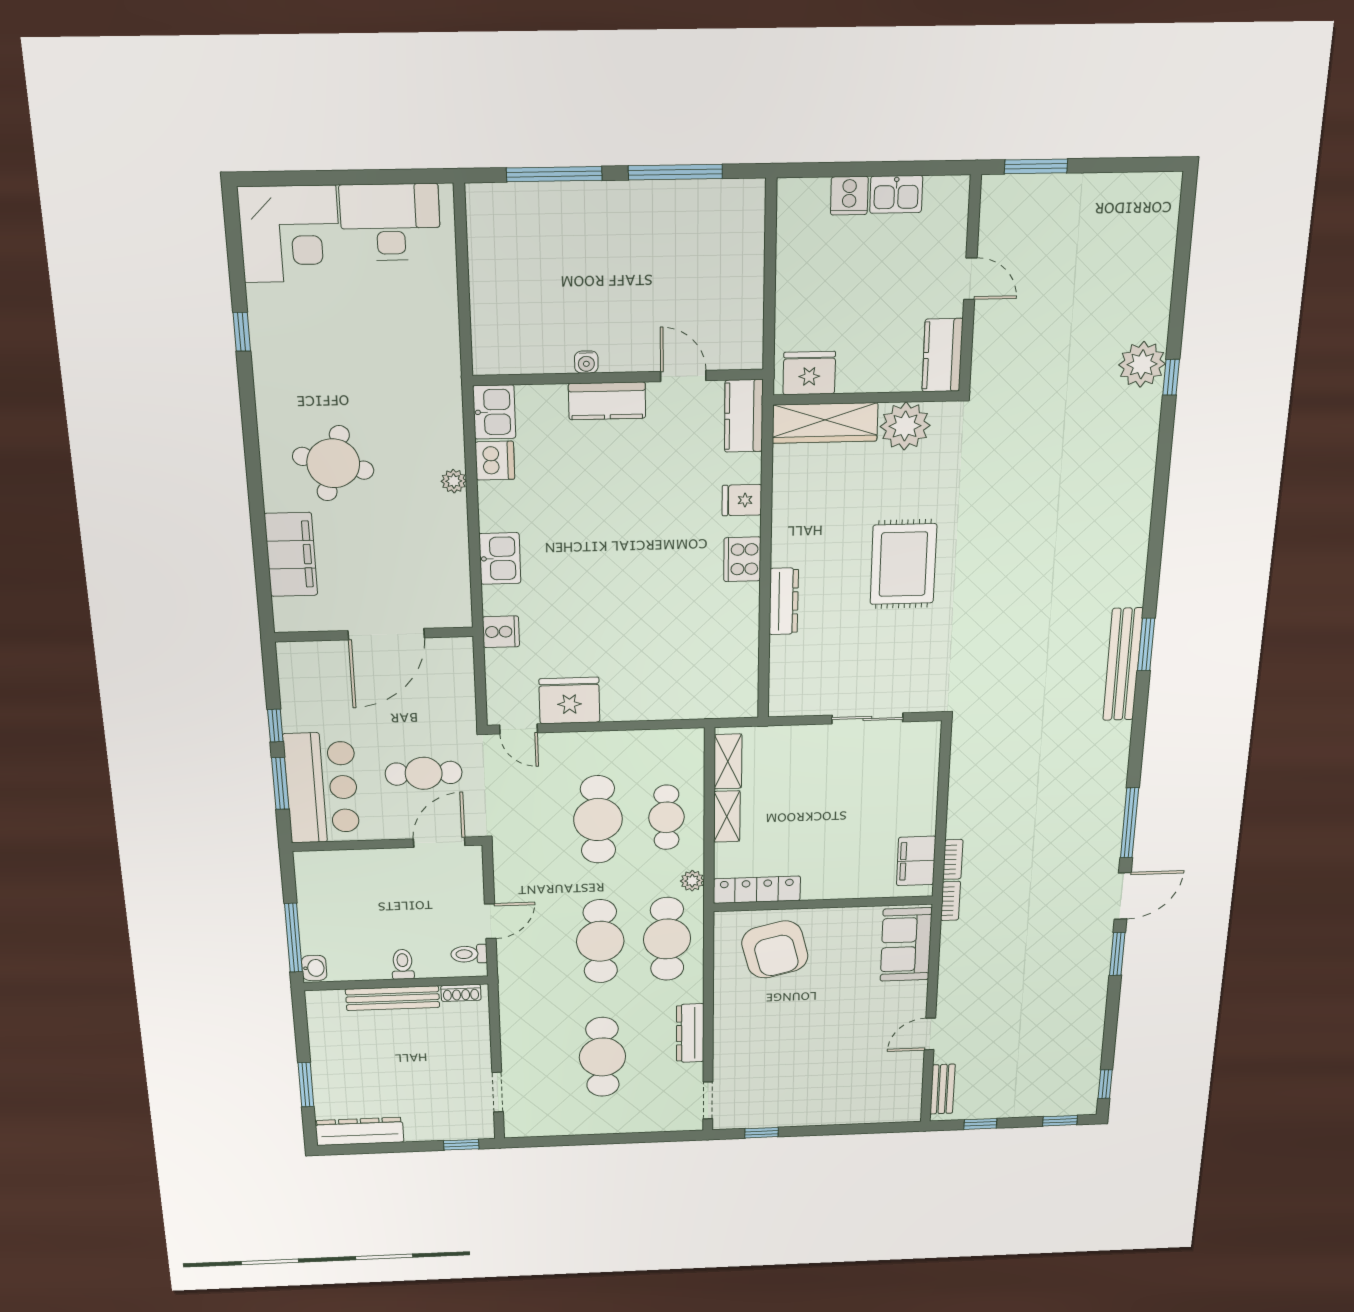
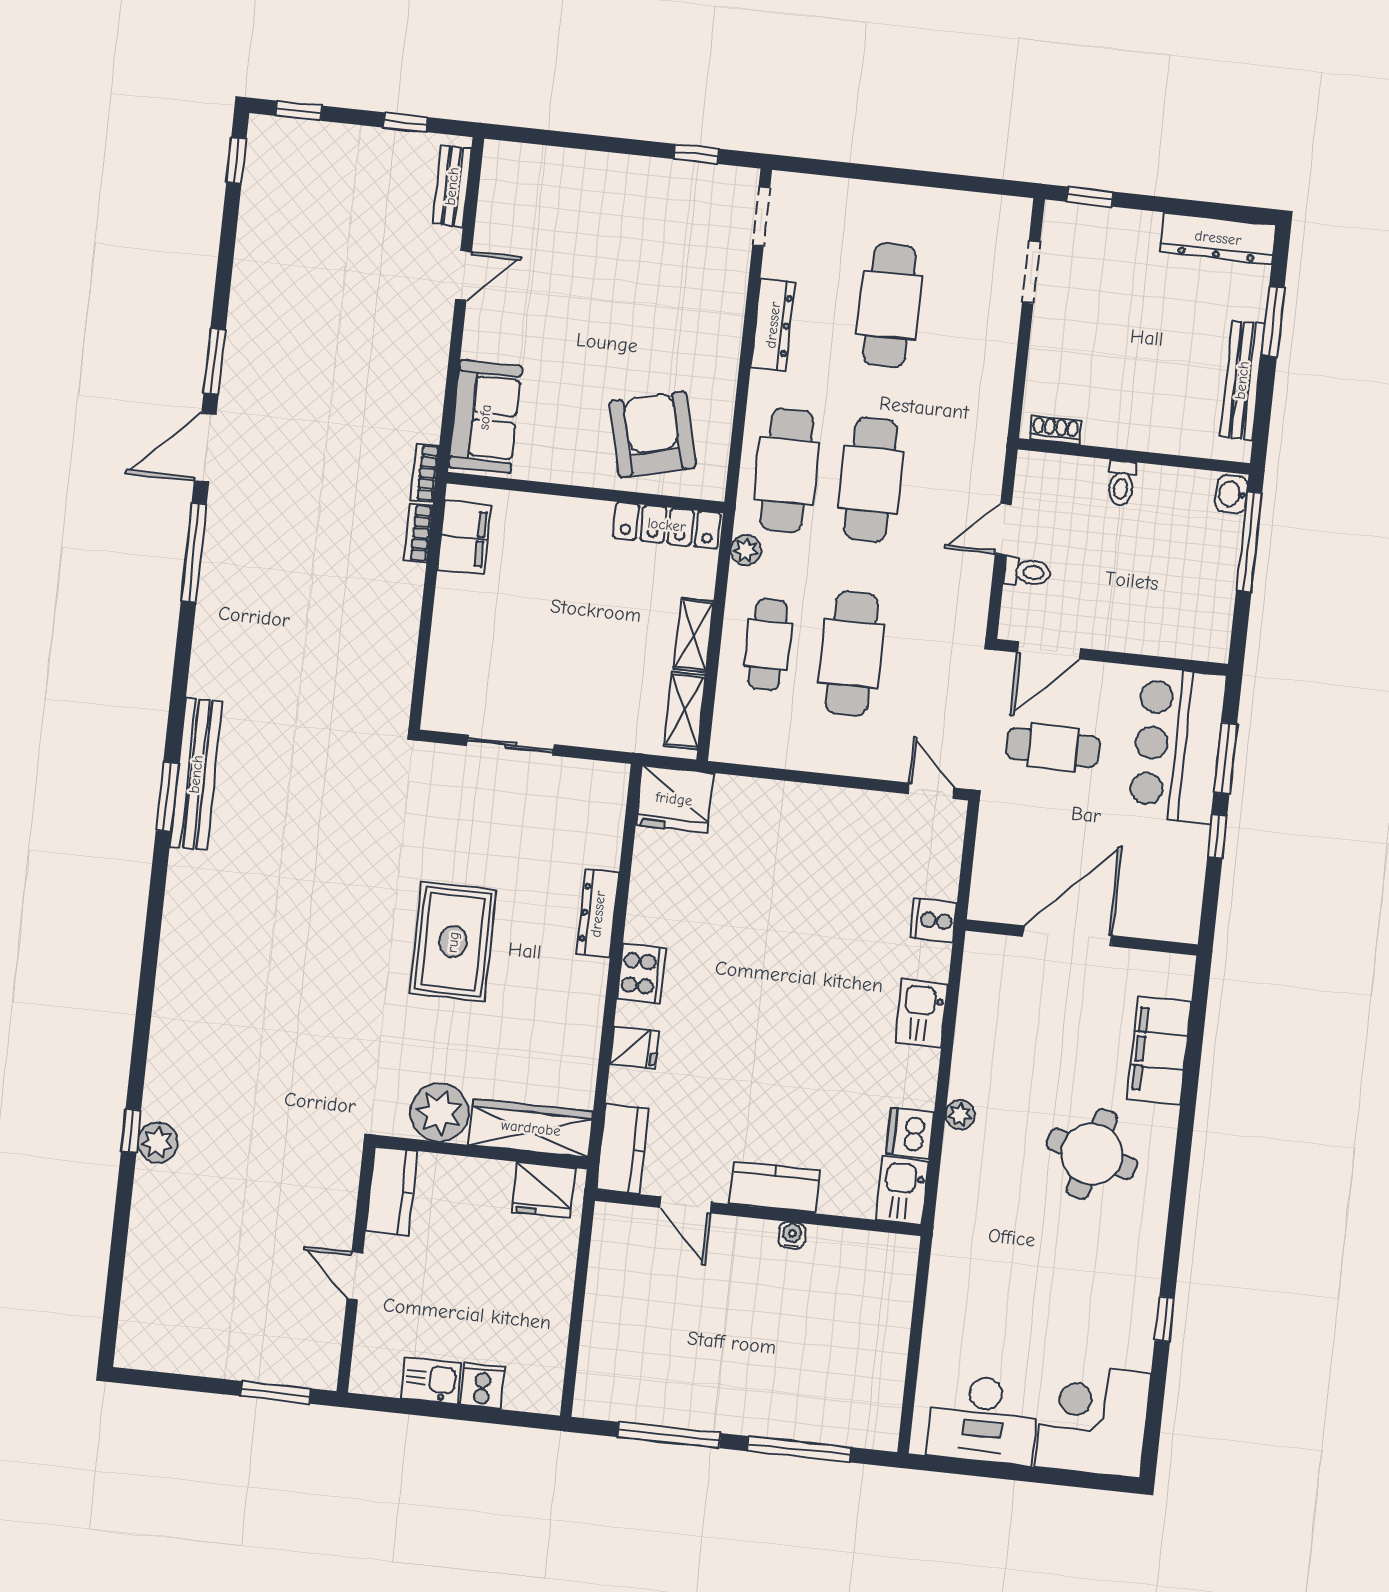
plant: (1142, 364) -> (158, 1143), width x0.73, depth x0.73
fridge: (569, 700) -> (674, 799), moved
toilet: (469, 954) -> (1027, 572), moved
bench: (393, 998) -> (1242, 380), moved, turned 90

